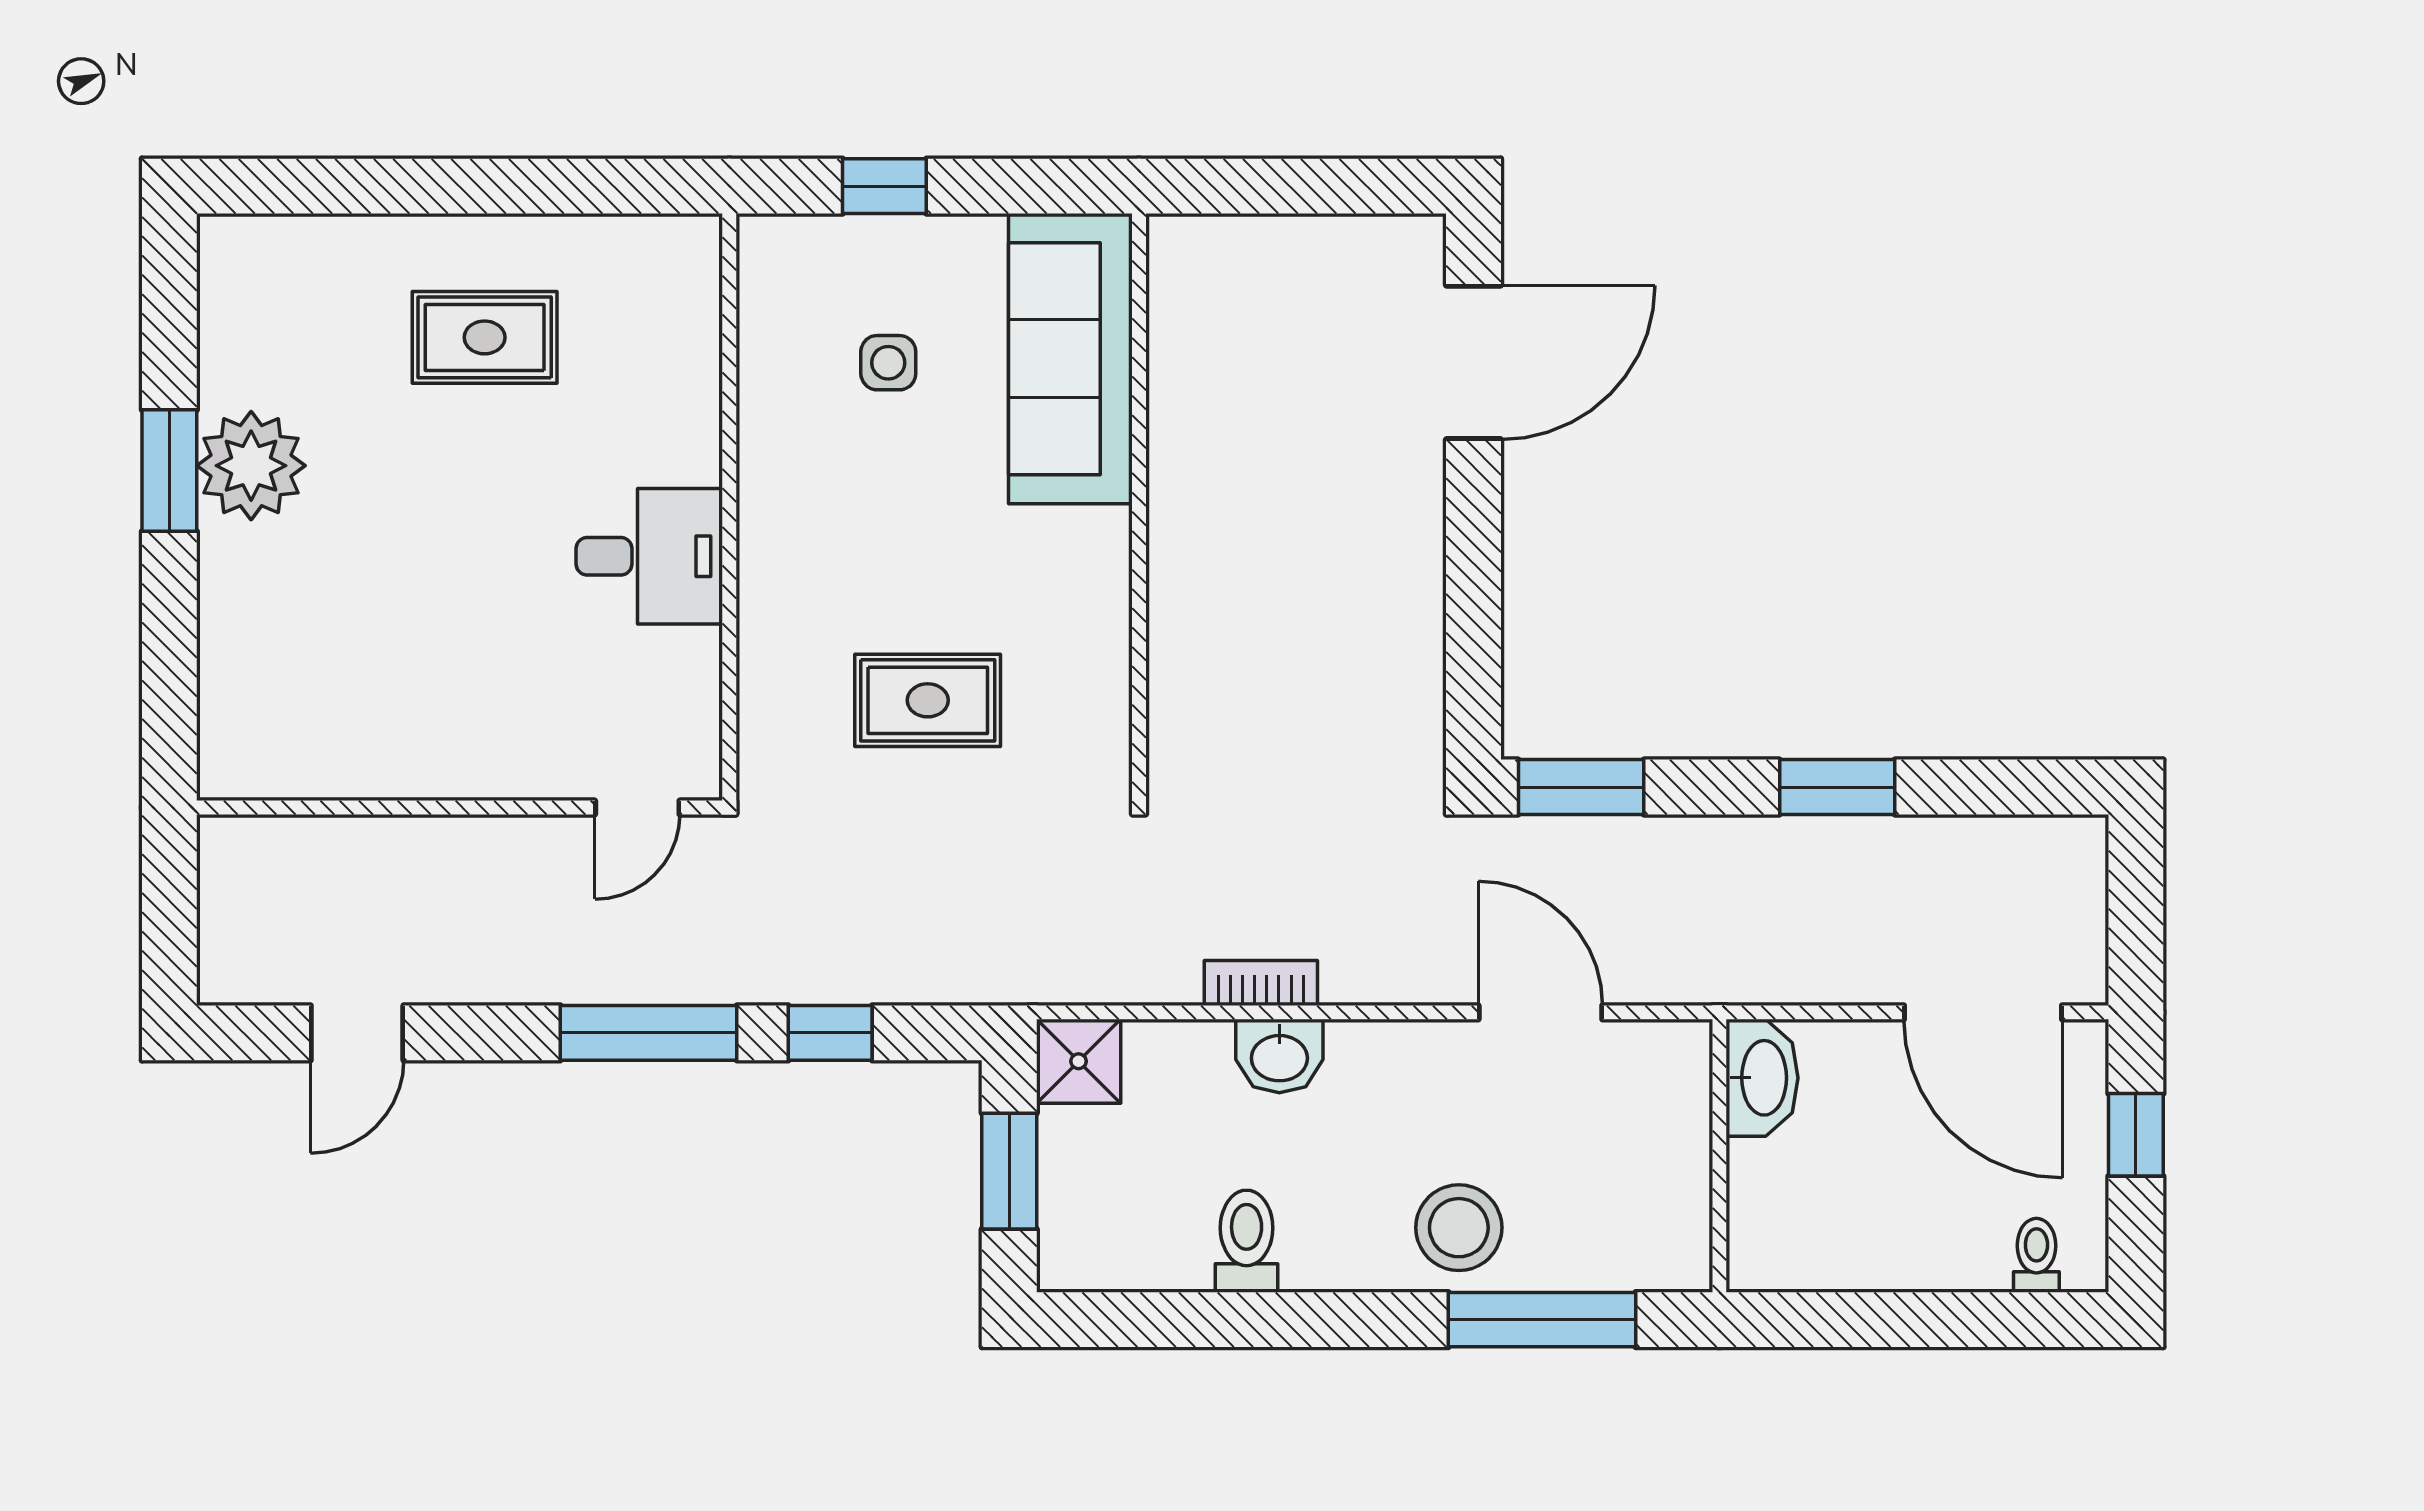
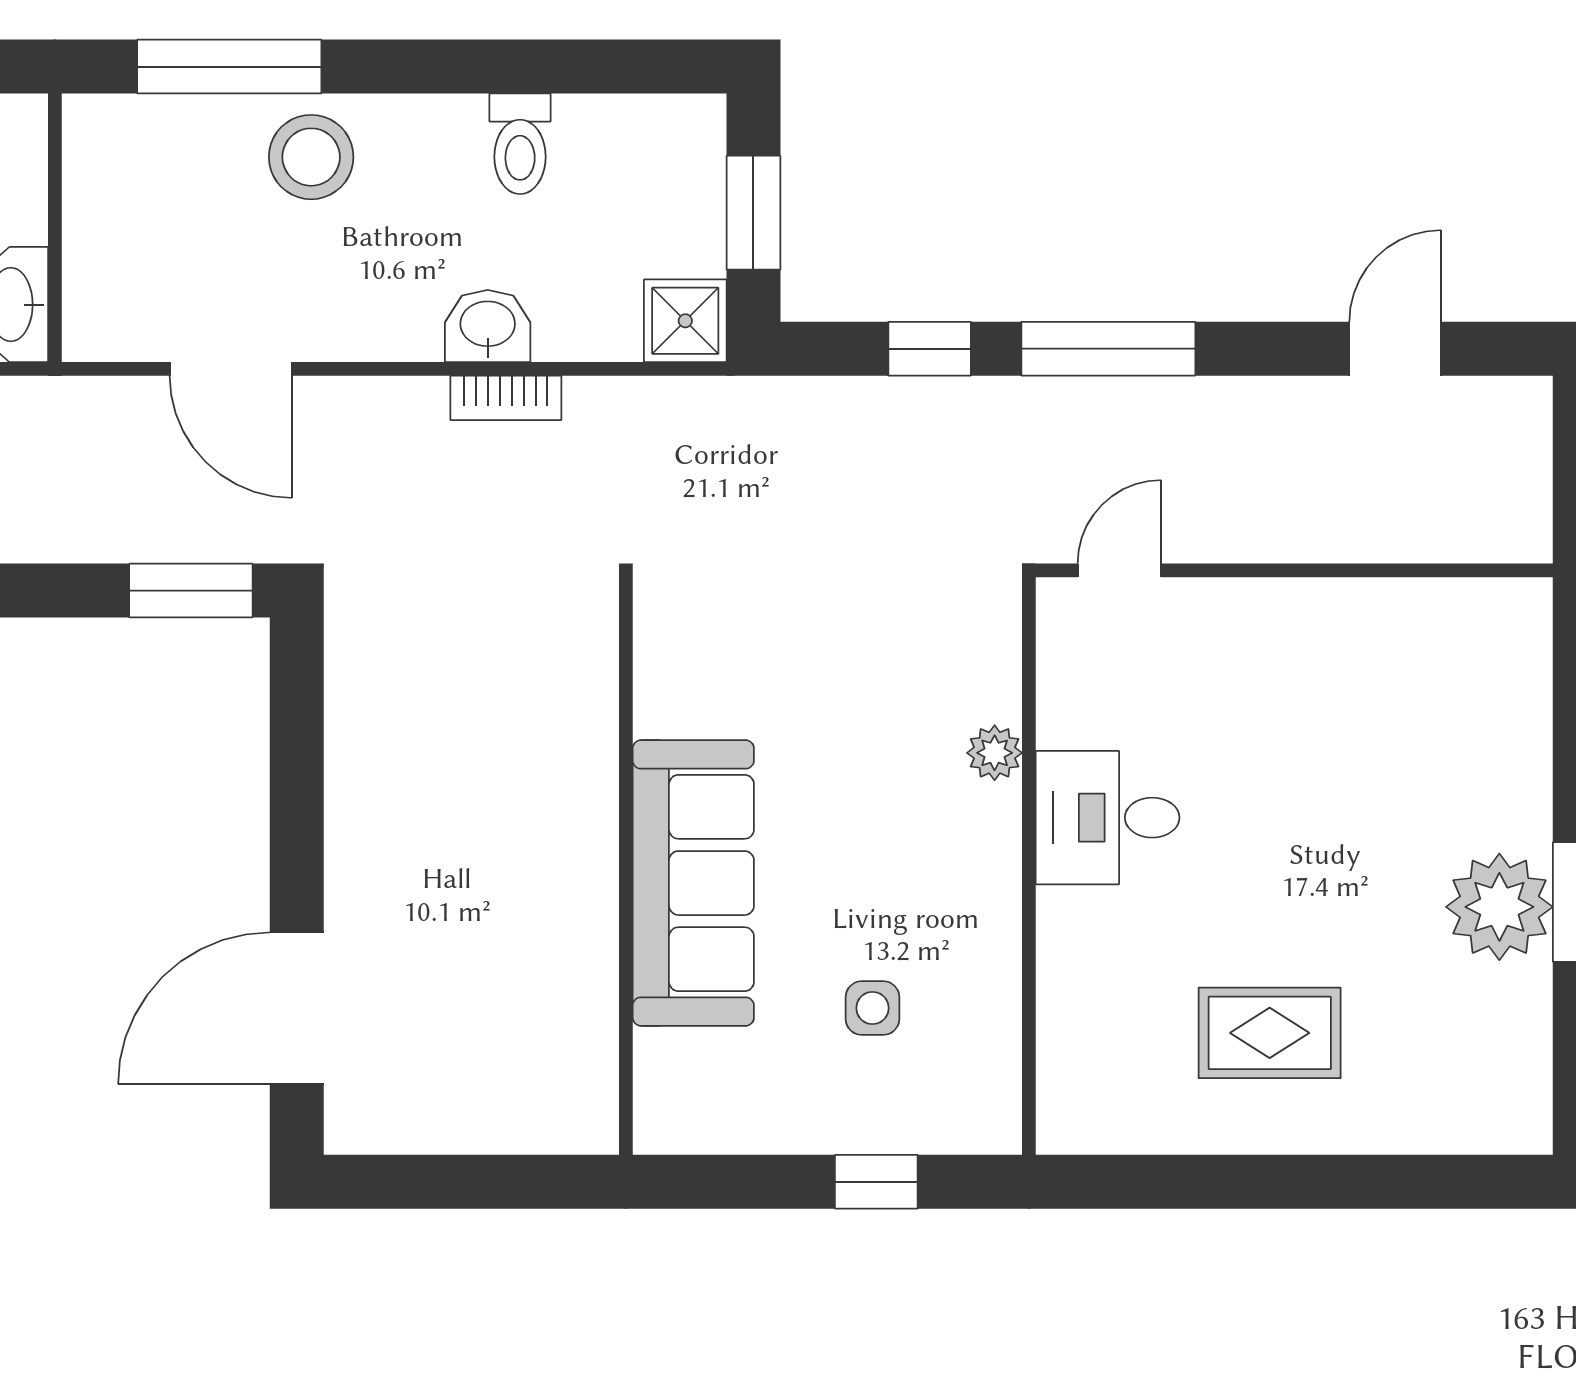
sofa: (1070, 359) -> (693, 883), moved
plant: (764, 622) -> (995, 753), added
rug: (928, 700) -> (834, 676), removed

